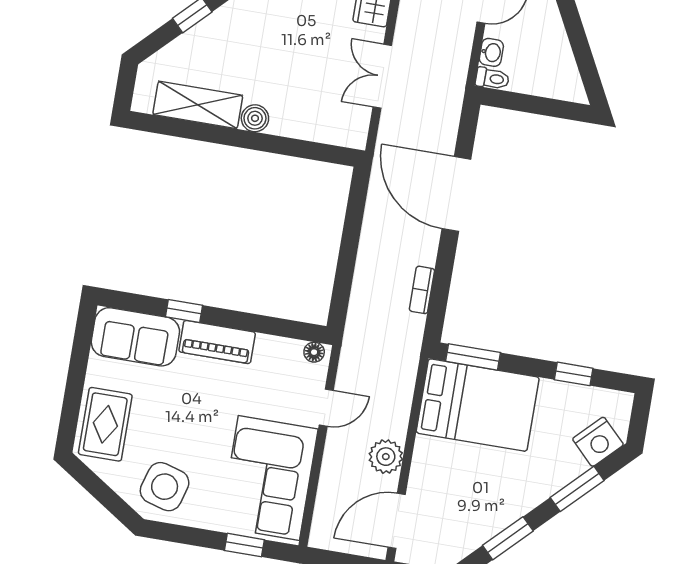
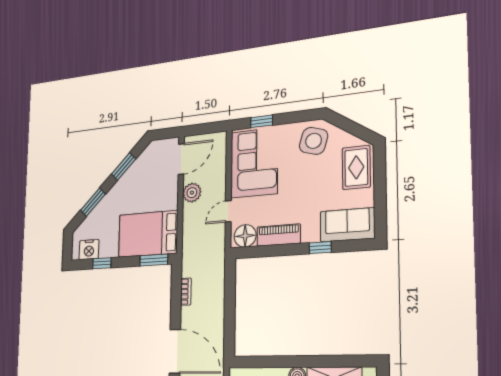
piano: (217, 342) -> (279, 235), moved
floor lamp: (314, 352) -> (245, 236), width x1.89, depth x1.89
nightstand: (598, 442) -> (89, 250), moved, turned -135

